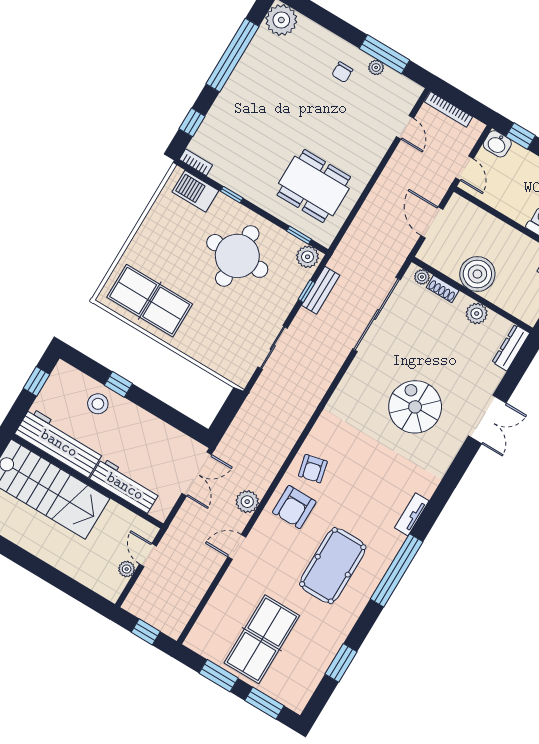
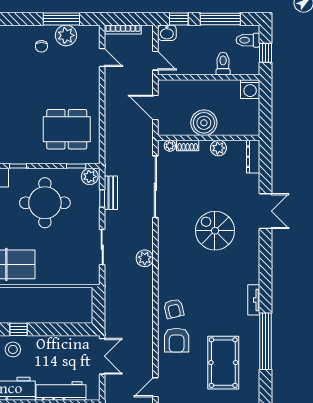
plant: (376, 67) -> (66, 35), width x1.88, depth x1.88
plant: (247, 502) -> (145, 258), moved

